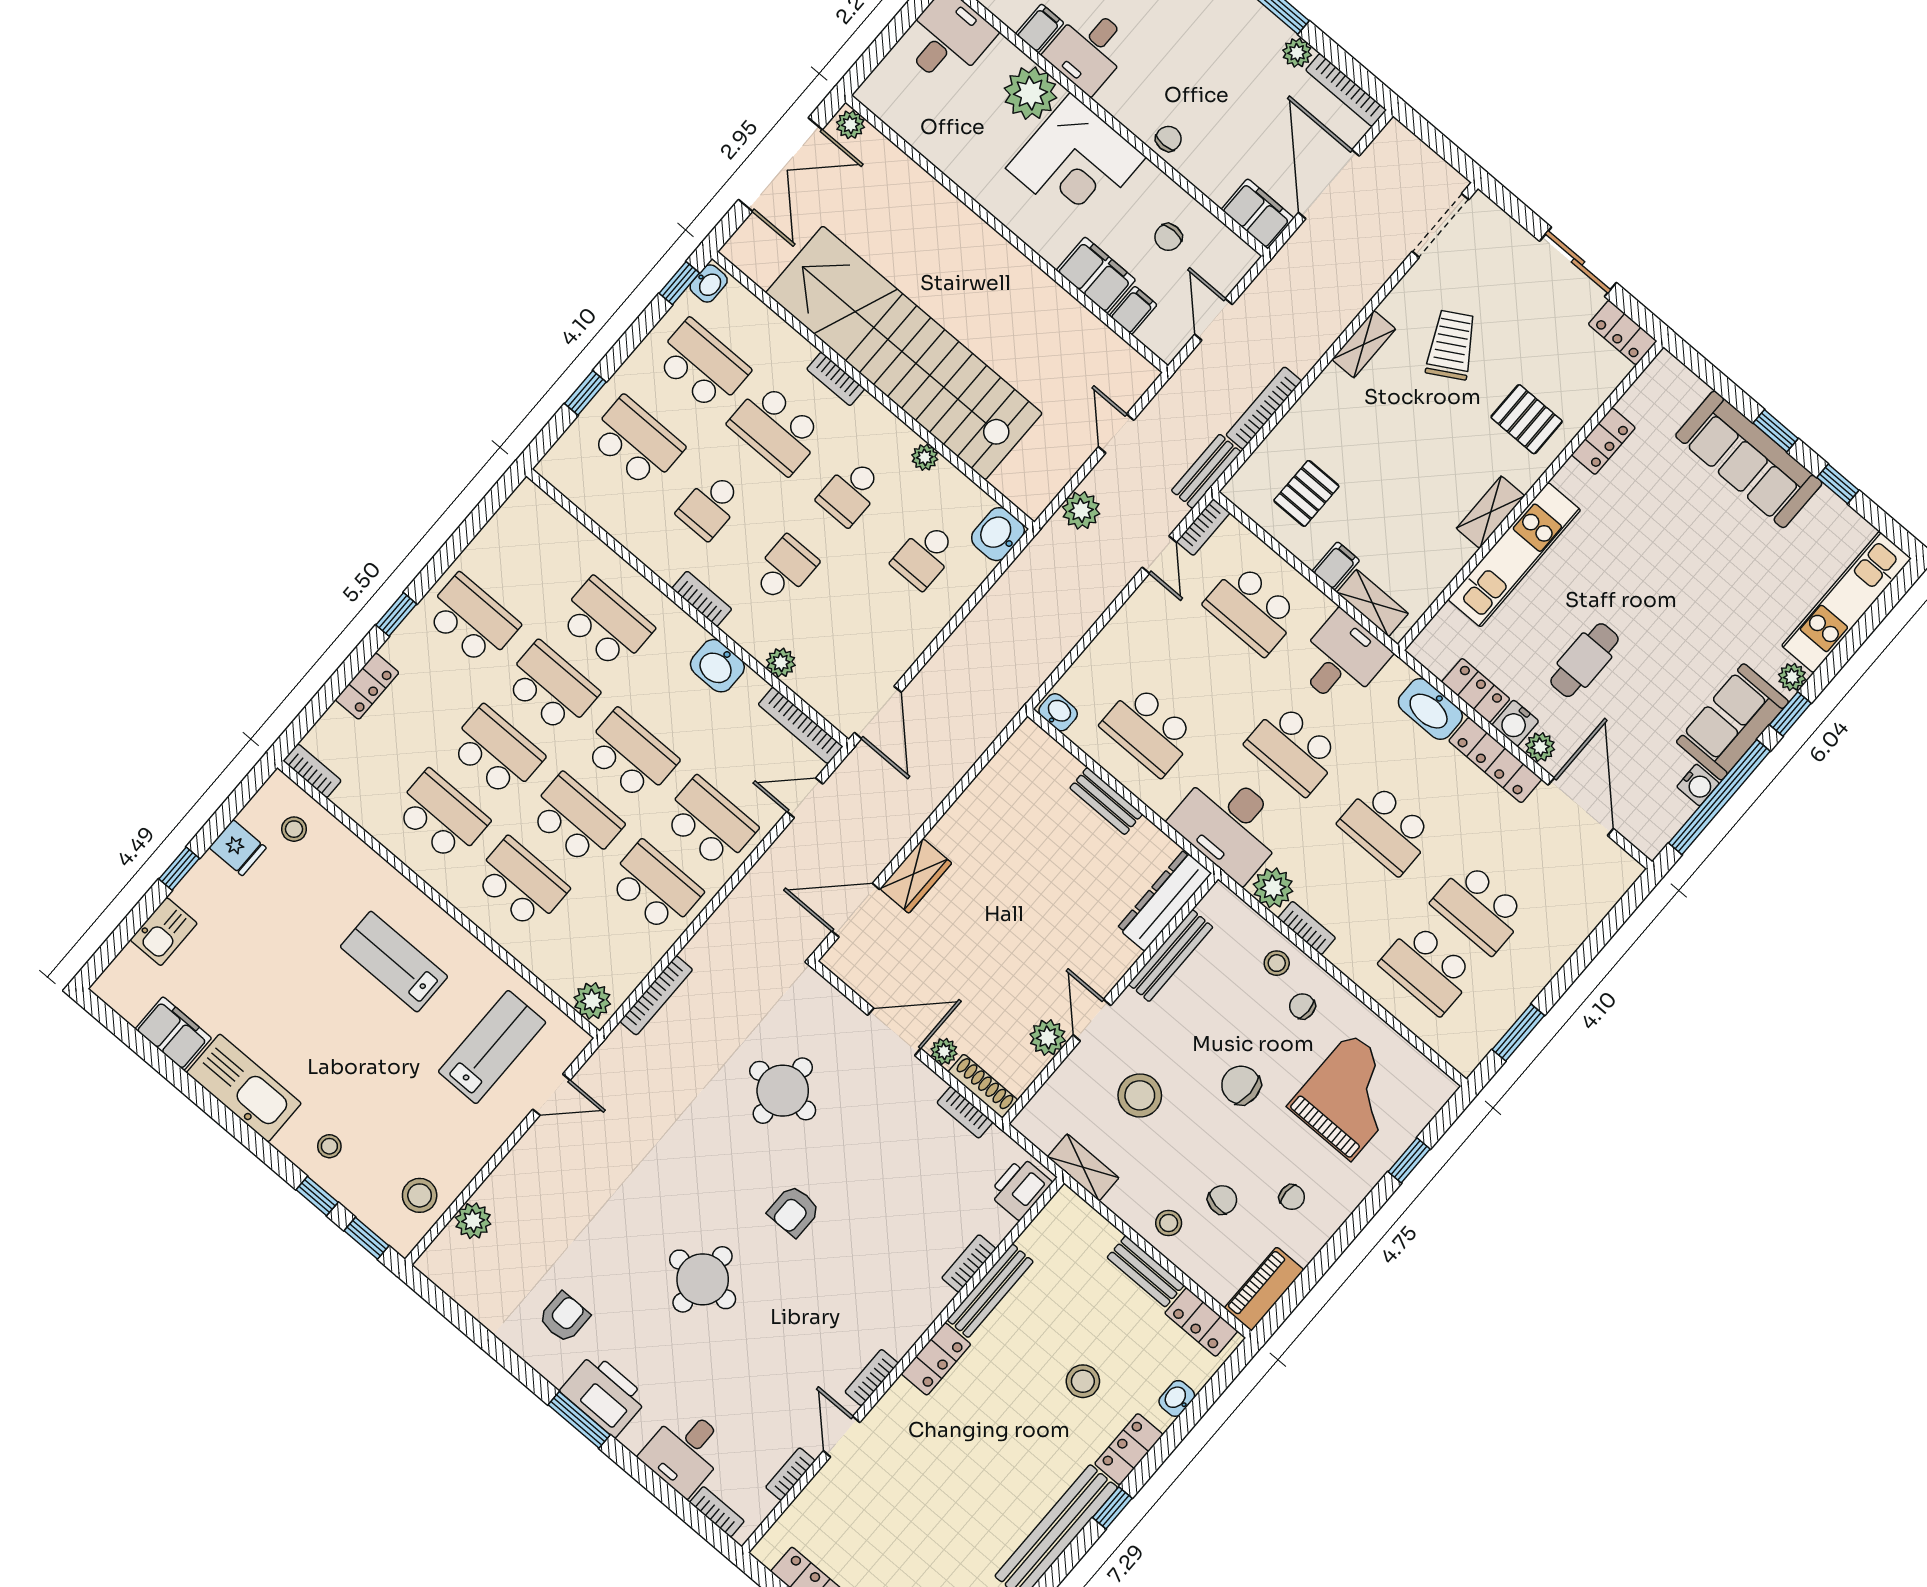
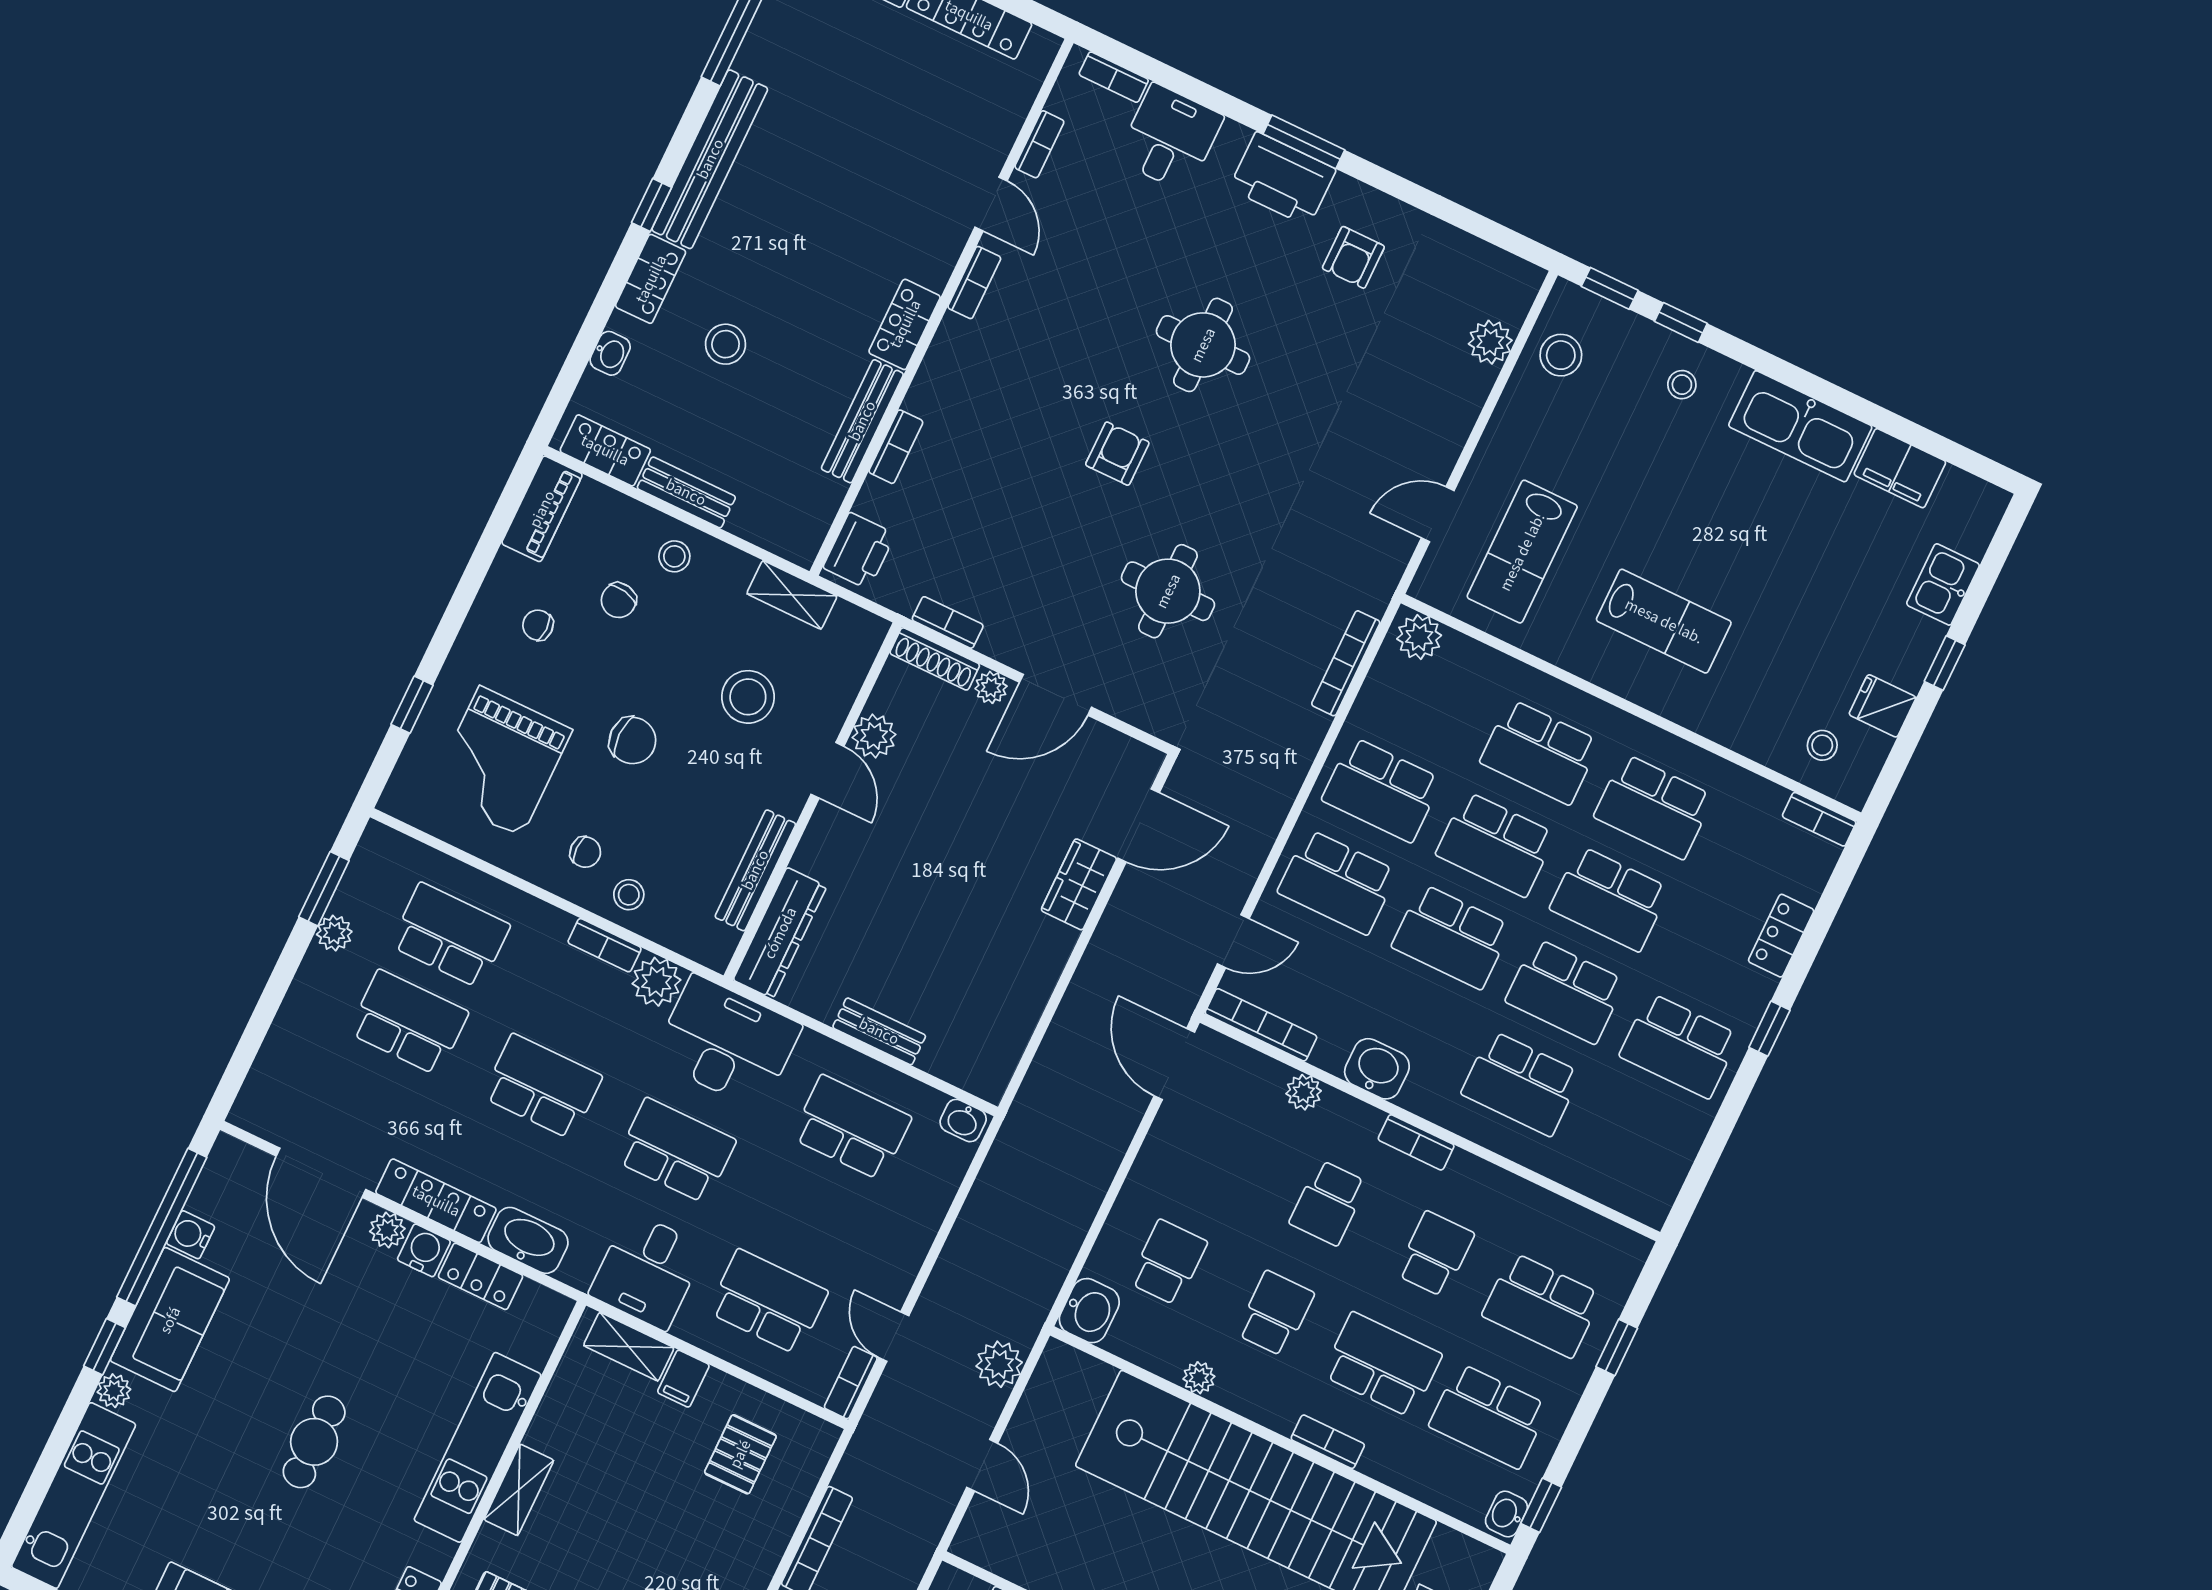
bench: (1206, 471) -> (865, 1449), removed
cafe table: (1584, 660) -> (314, 1442), moved
plant: (1520, 995) -> (334, 933), added

